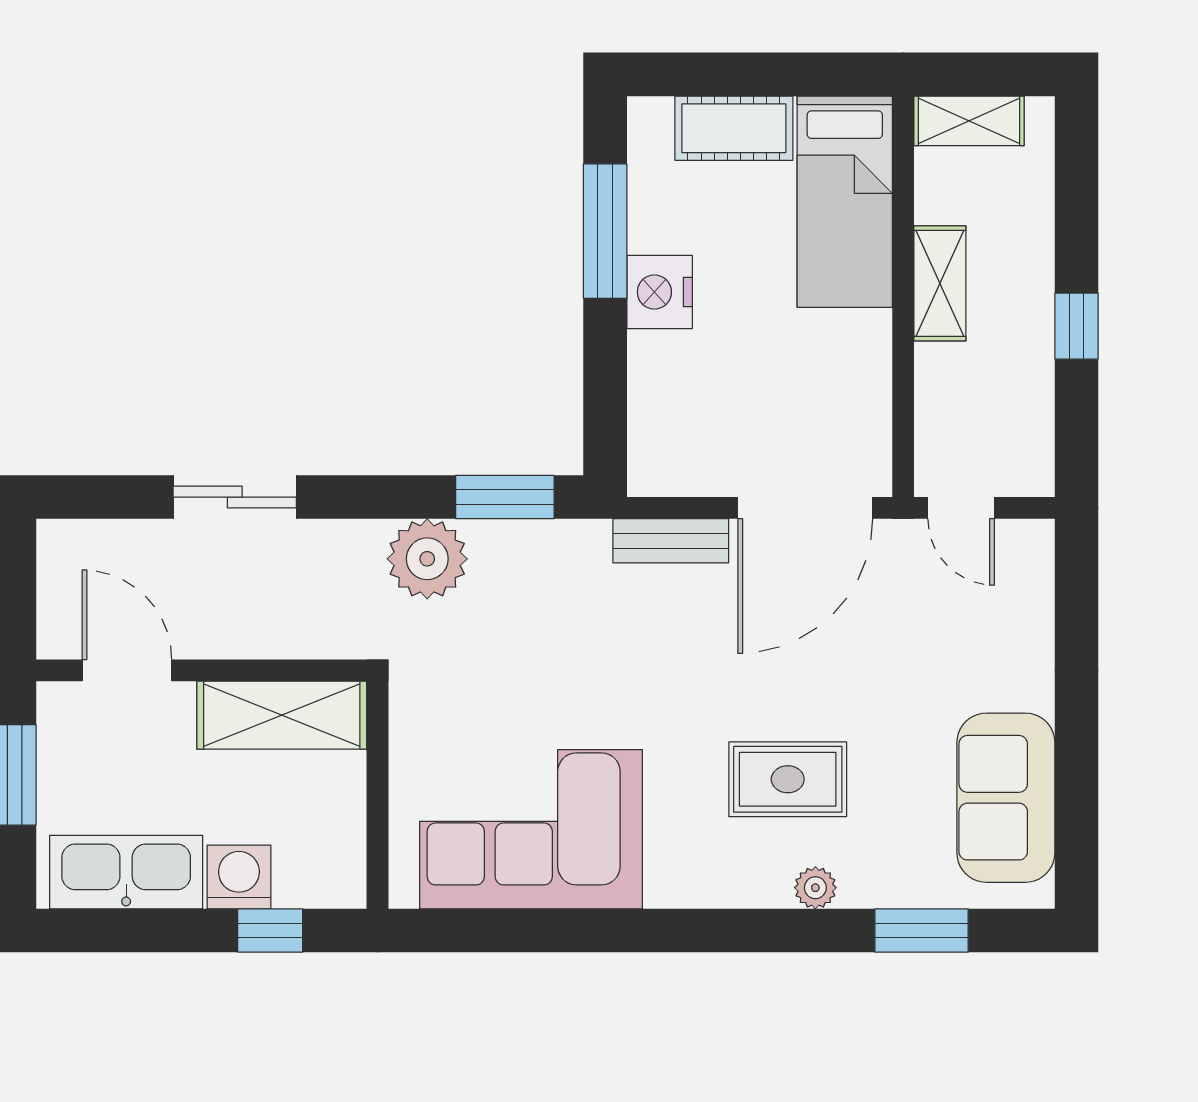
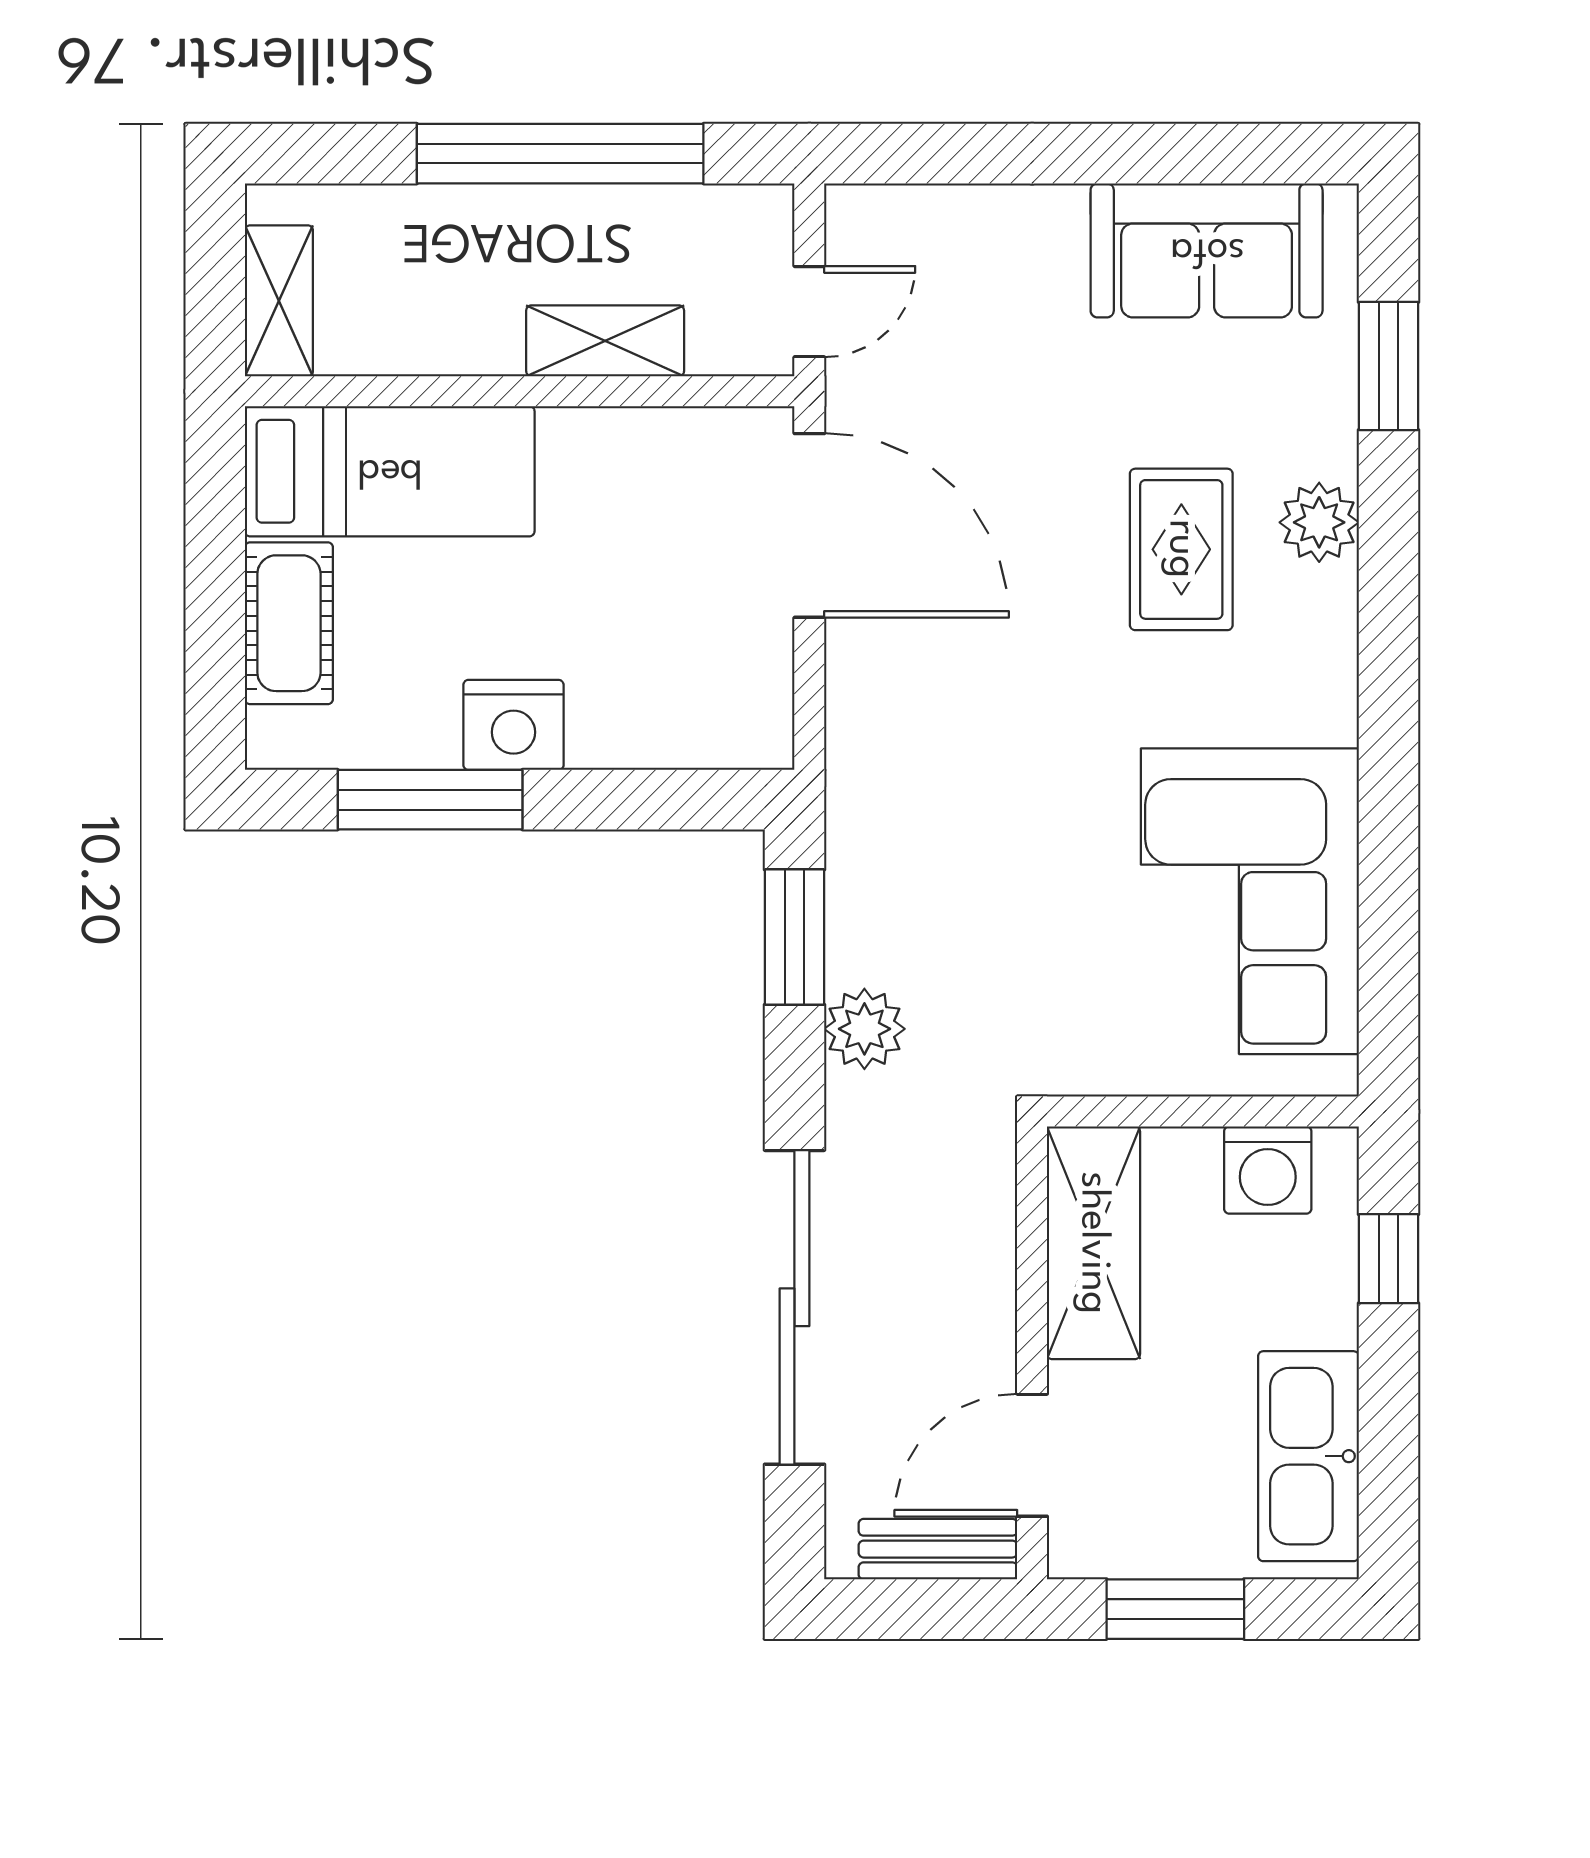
shelving: (940, 283) -> (605, 341), moved
window: (1077, 326) -> (560, 154), width x3.17
sliding door: (235, 497) -> (794, 1307), width x1.86
bench: (671, 541) -> (938, 1549), moved, turned 90
plant: (427, 559) -> (864, 1029), width x0.73, depth x0.73
washing machine: (239, 877) -> (1268, 1170), moved, turned -90
plant: (815, 888) -> (1319, 522), width x1.38, depth x1.38

